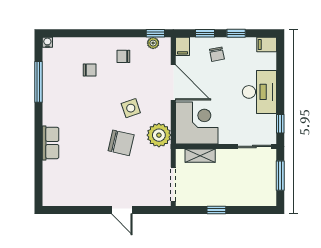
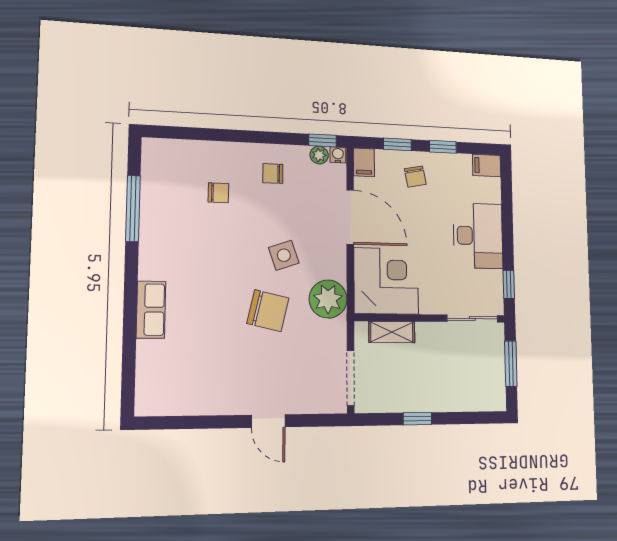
water cooler: (47, 42) -> (338, 155), moved

